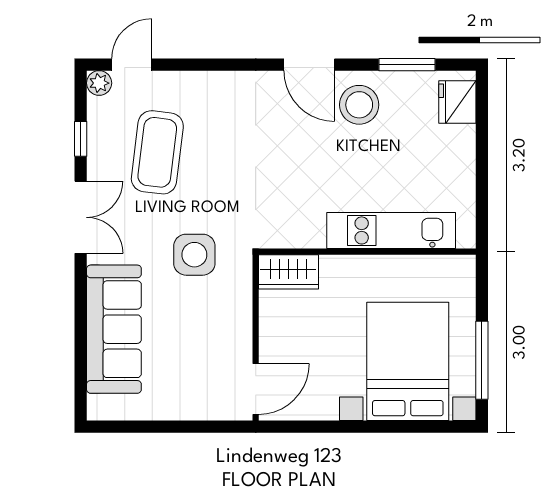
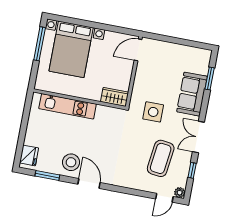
sofa: (114, 329) -> (192, 94), width x0.73
window: (81, 355) -> (210, 79), added

